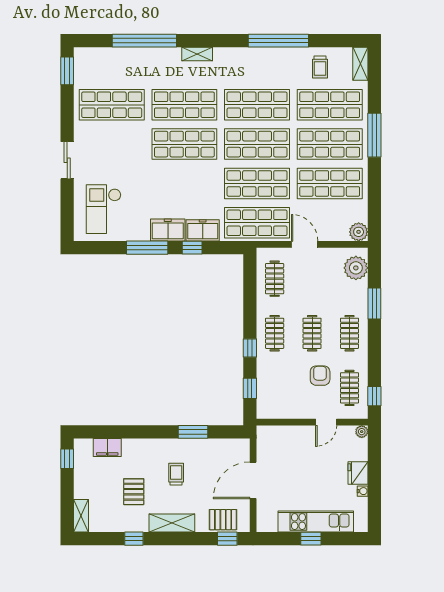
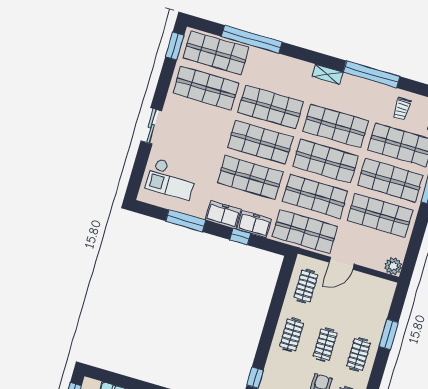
shelving: (197, 54) -> (328, 74), moved
shop shelf: (112, 65) -> (216, 53), added
shop shelf: (184, 183) -> (250, 177), added
checkout: (104, 209) -> (171, 179), turned -90
door: (305, 244) -> (342, 263), swing flipped
window: (147, 248) -> (186, 221), moved
plant: (356, 268) -> (381, 298), removed
window: (250, 348) -> (266, 342), removed

